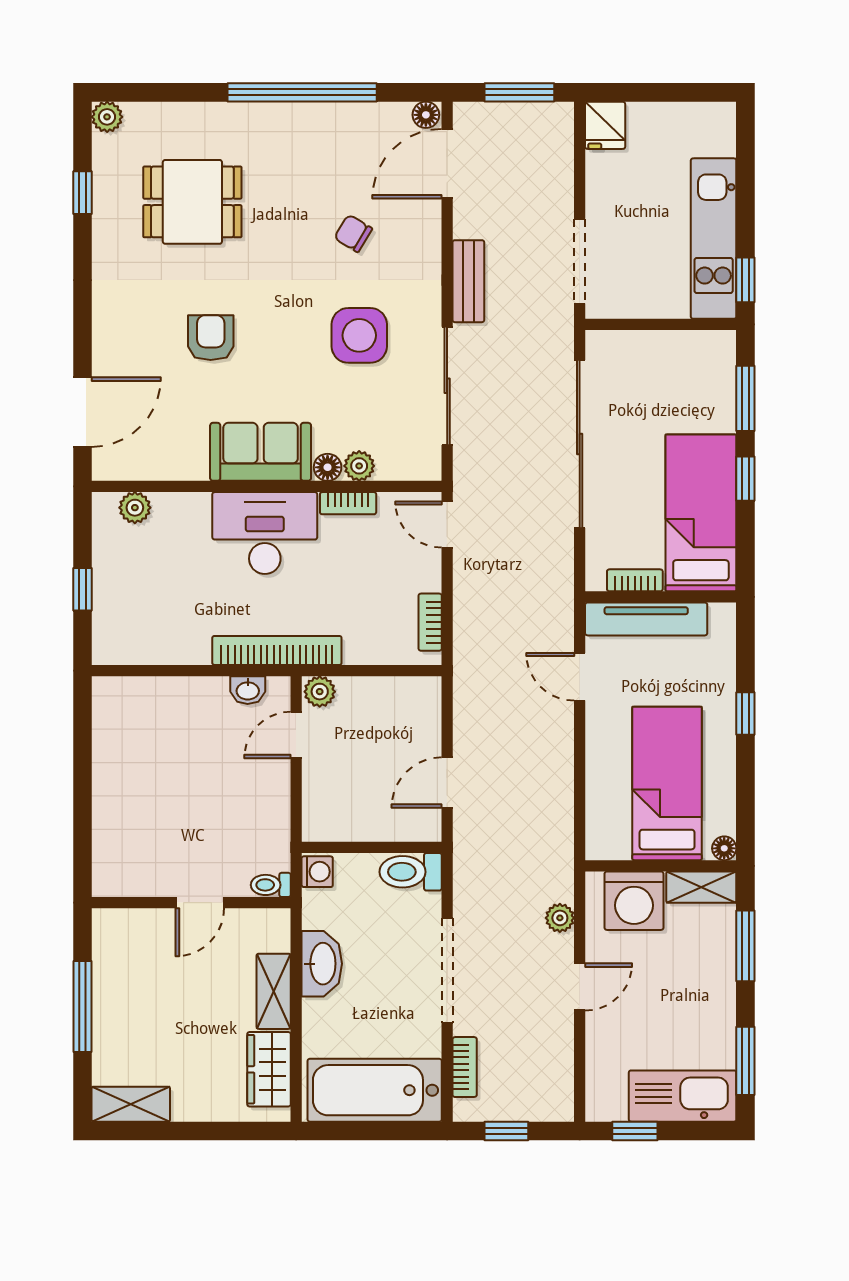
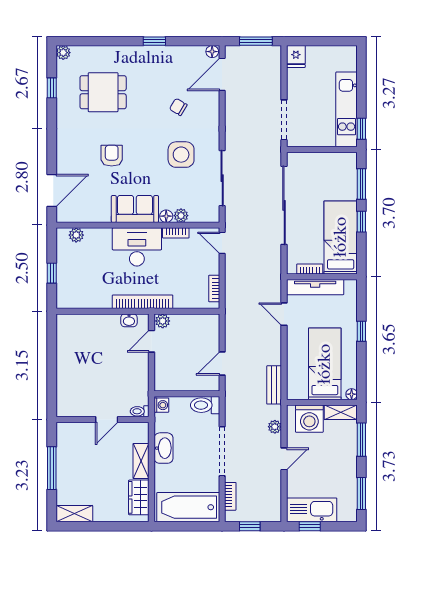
window: (302, 92) -> (154, 41), width x0.32
bench: (468, 281) -> (274, 385), moved
kitchen sink: (683, 1096) -> (312, 510), moved

